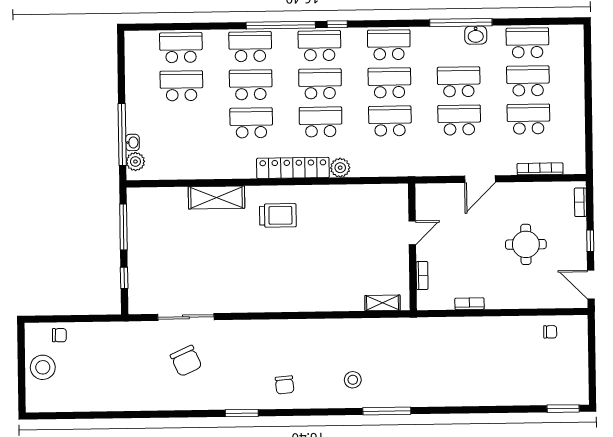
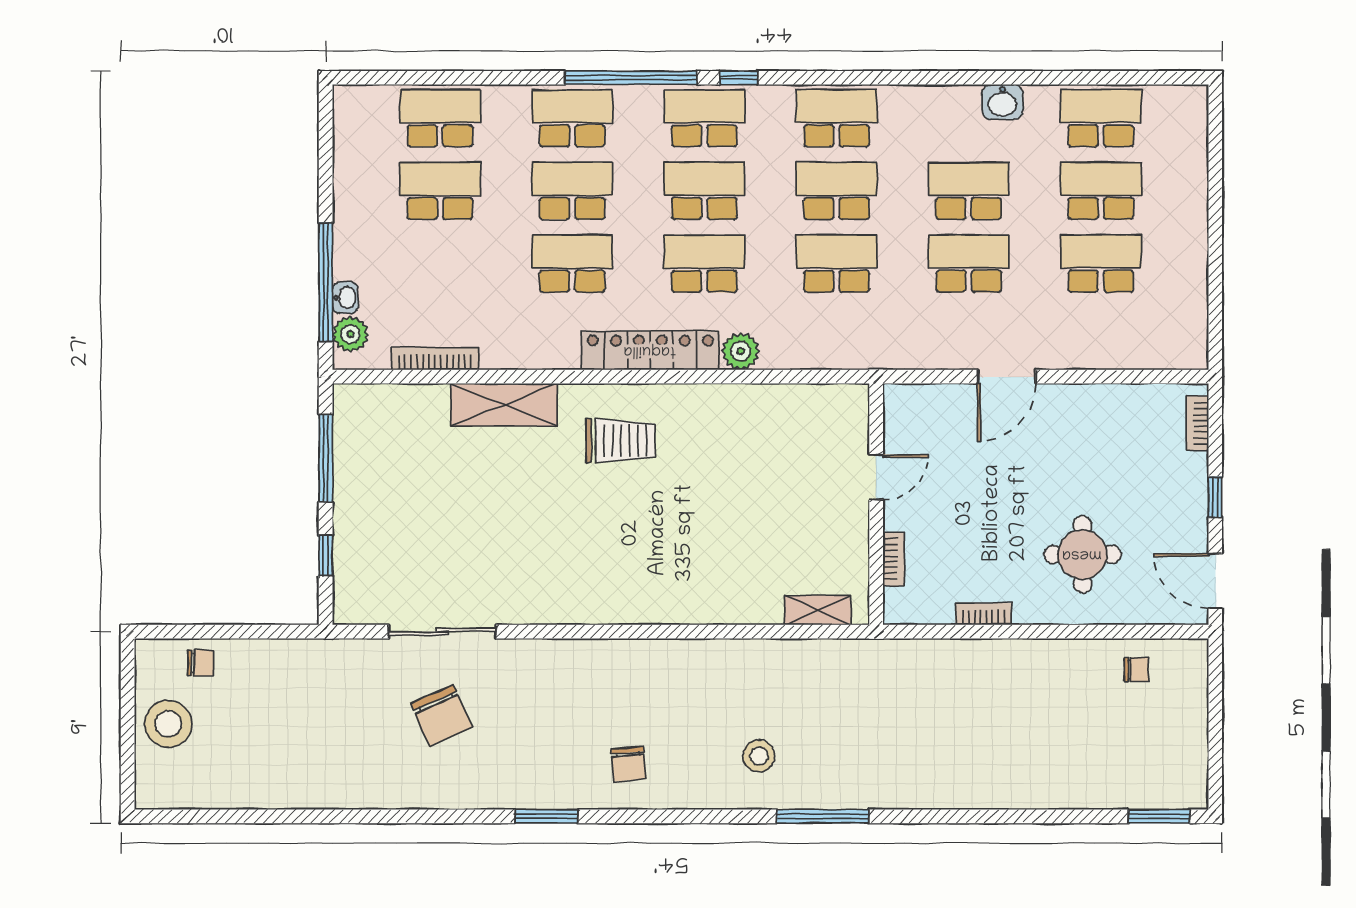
window: (461, 23) -> (974, 78), removed
bookcase: (540, 169) -> (435, 359), moved
round table: (526, 244) -> (1082, 554), moved

